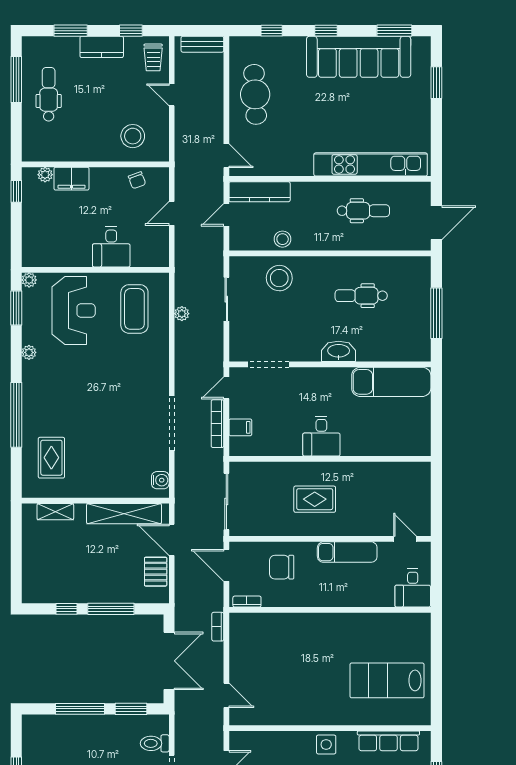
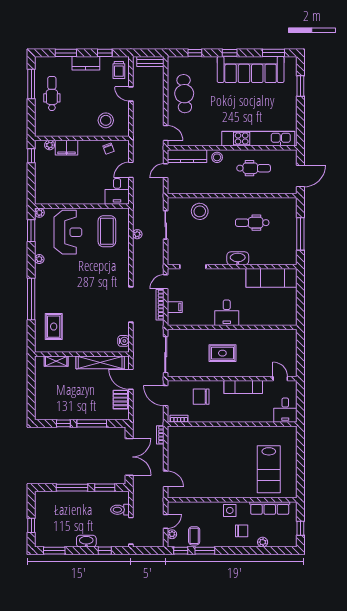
stool: (283, 239) -> (217, 157), moved
desk: (111, 247) -> (117, 191), moved
lab bench: (387, 680) -> (269, 469), turned -90

